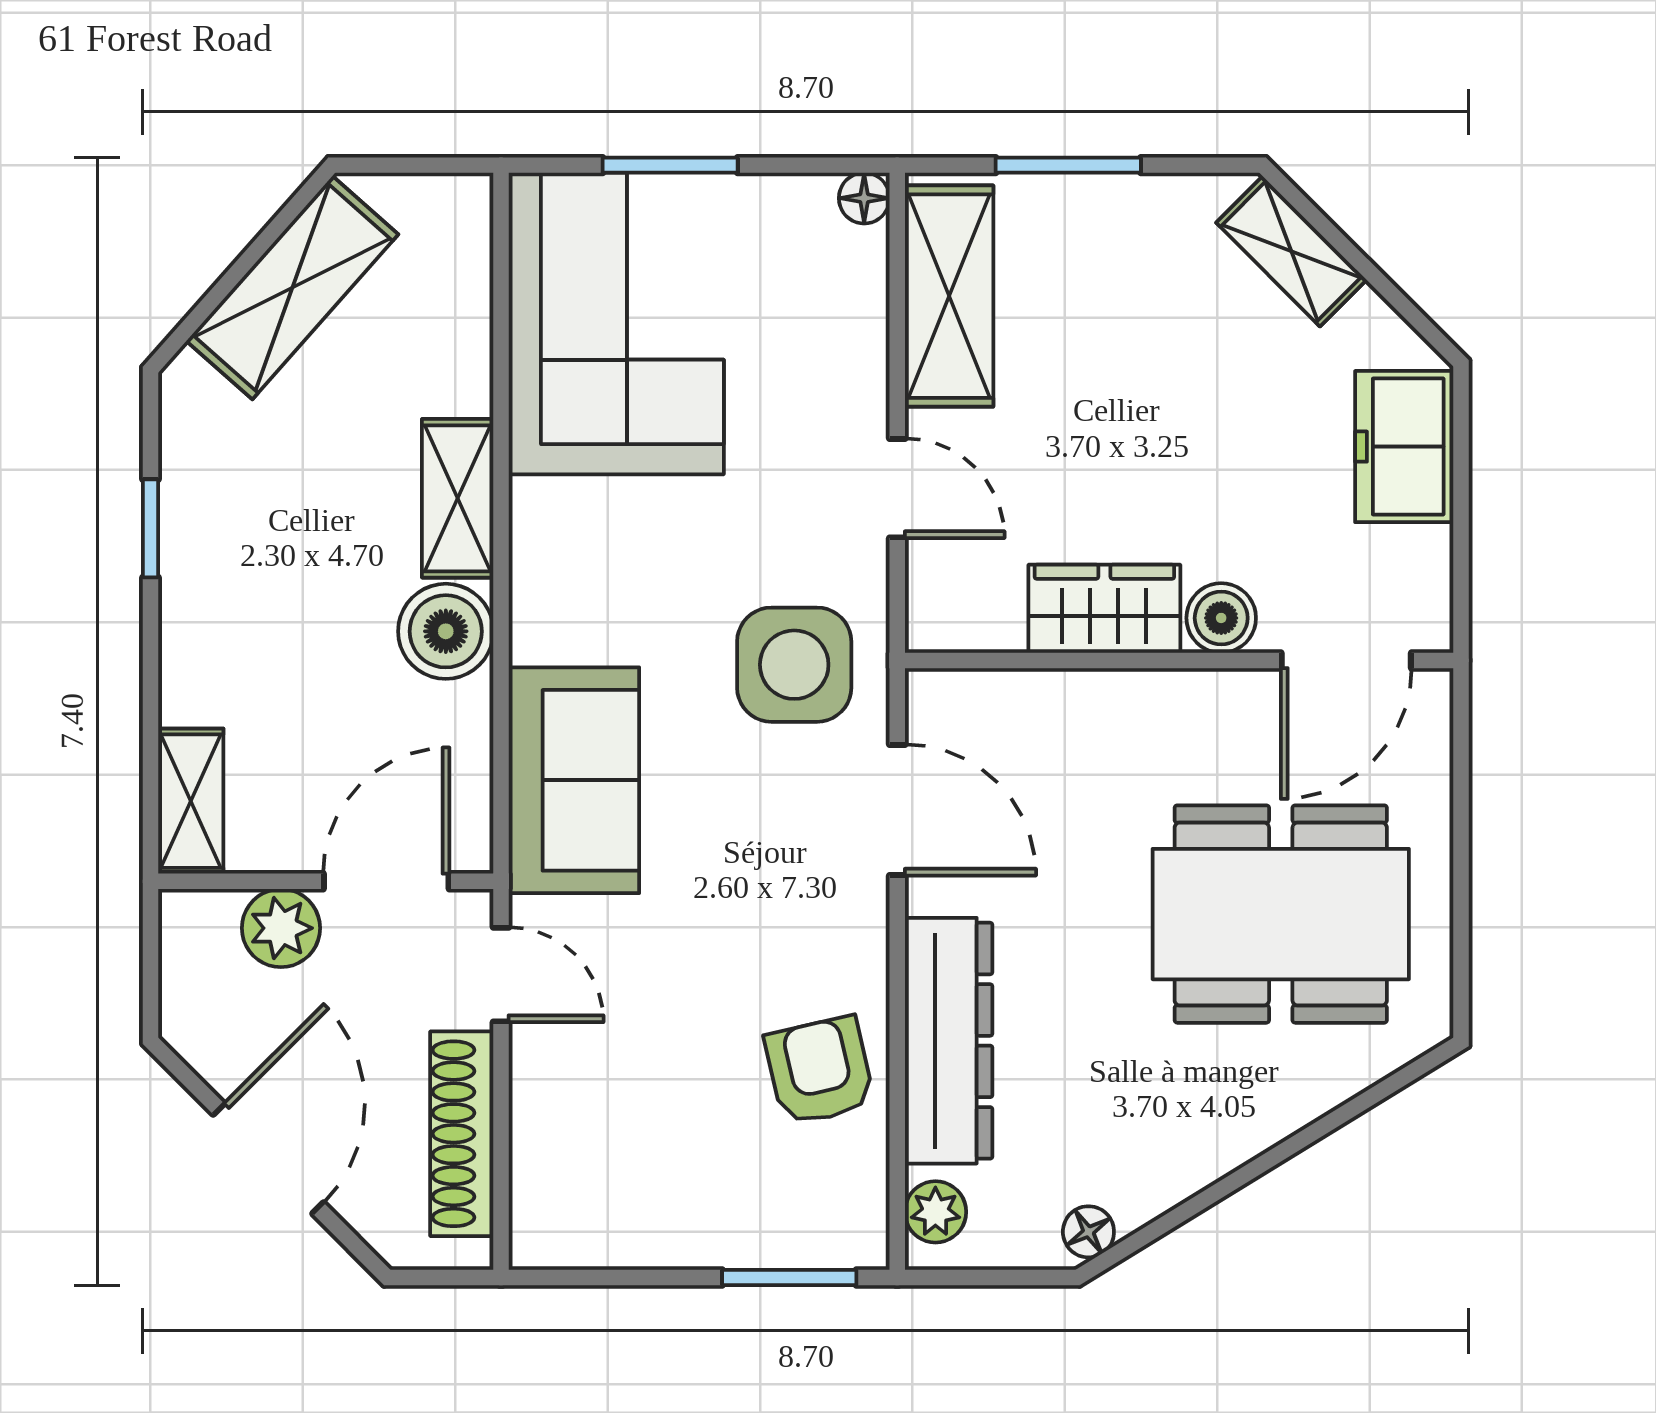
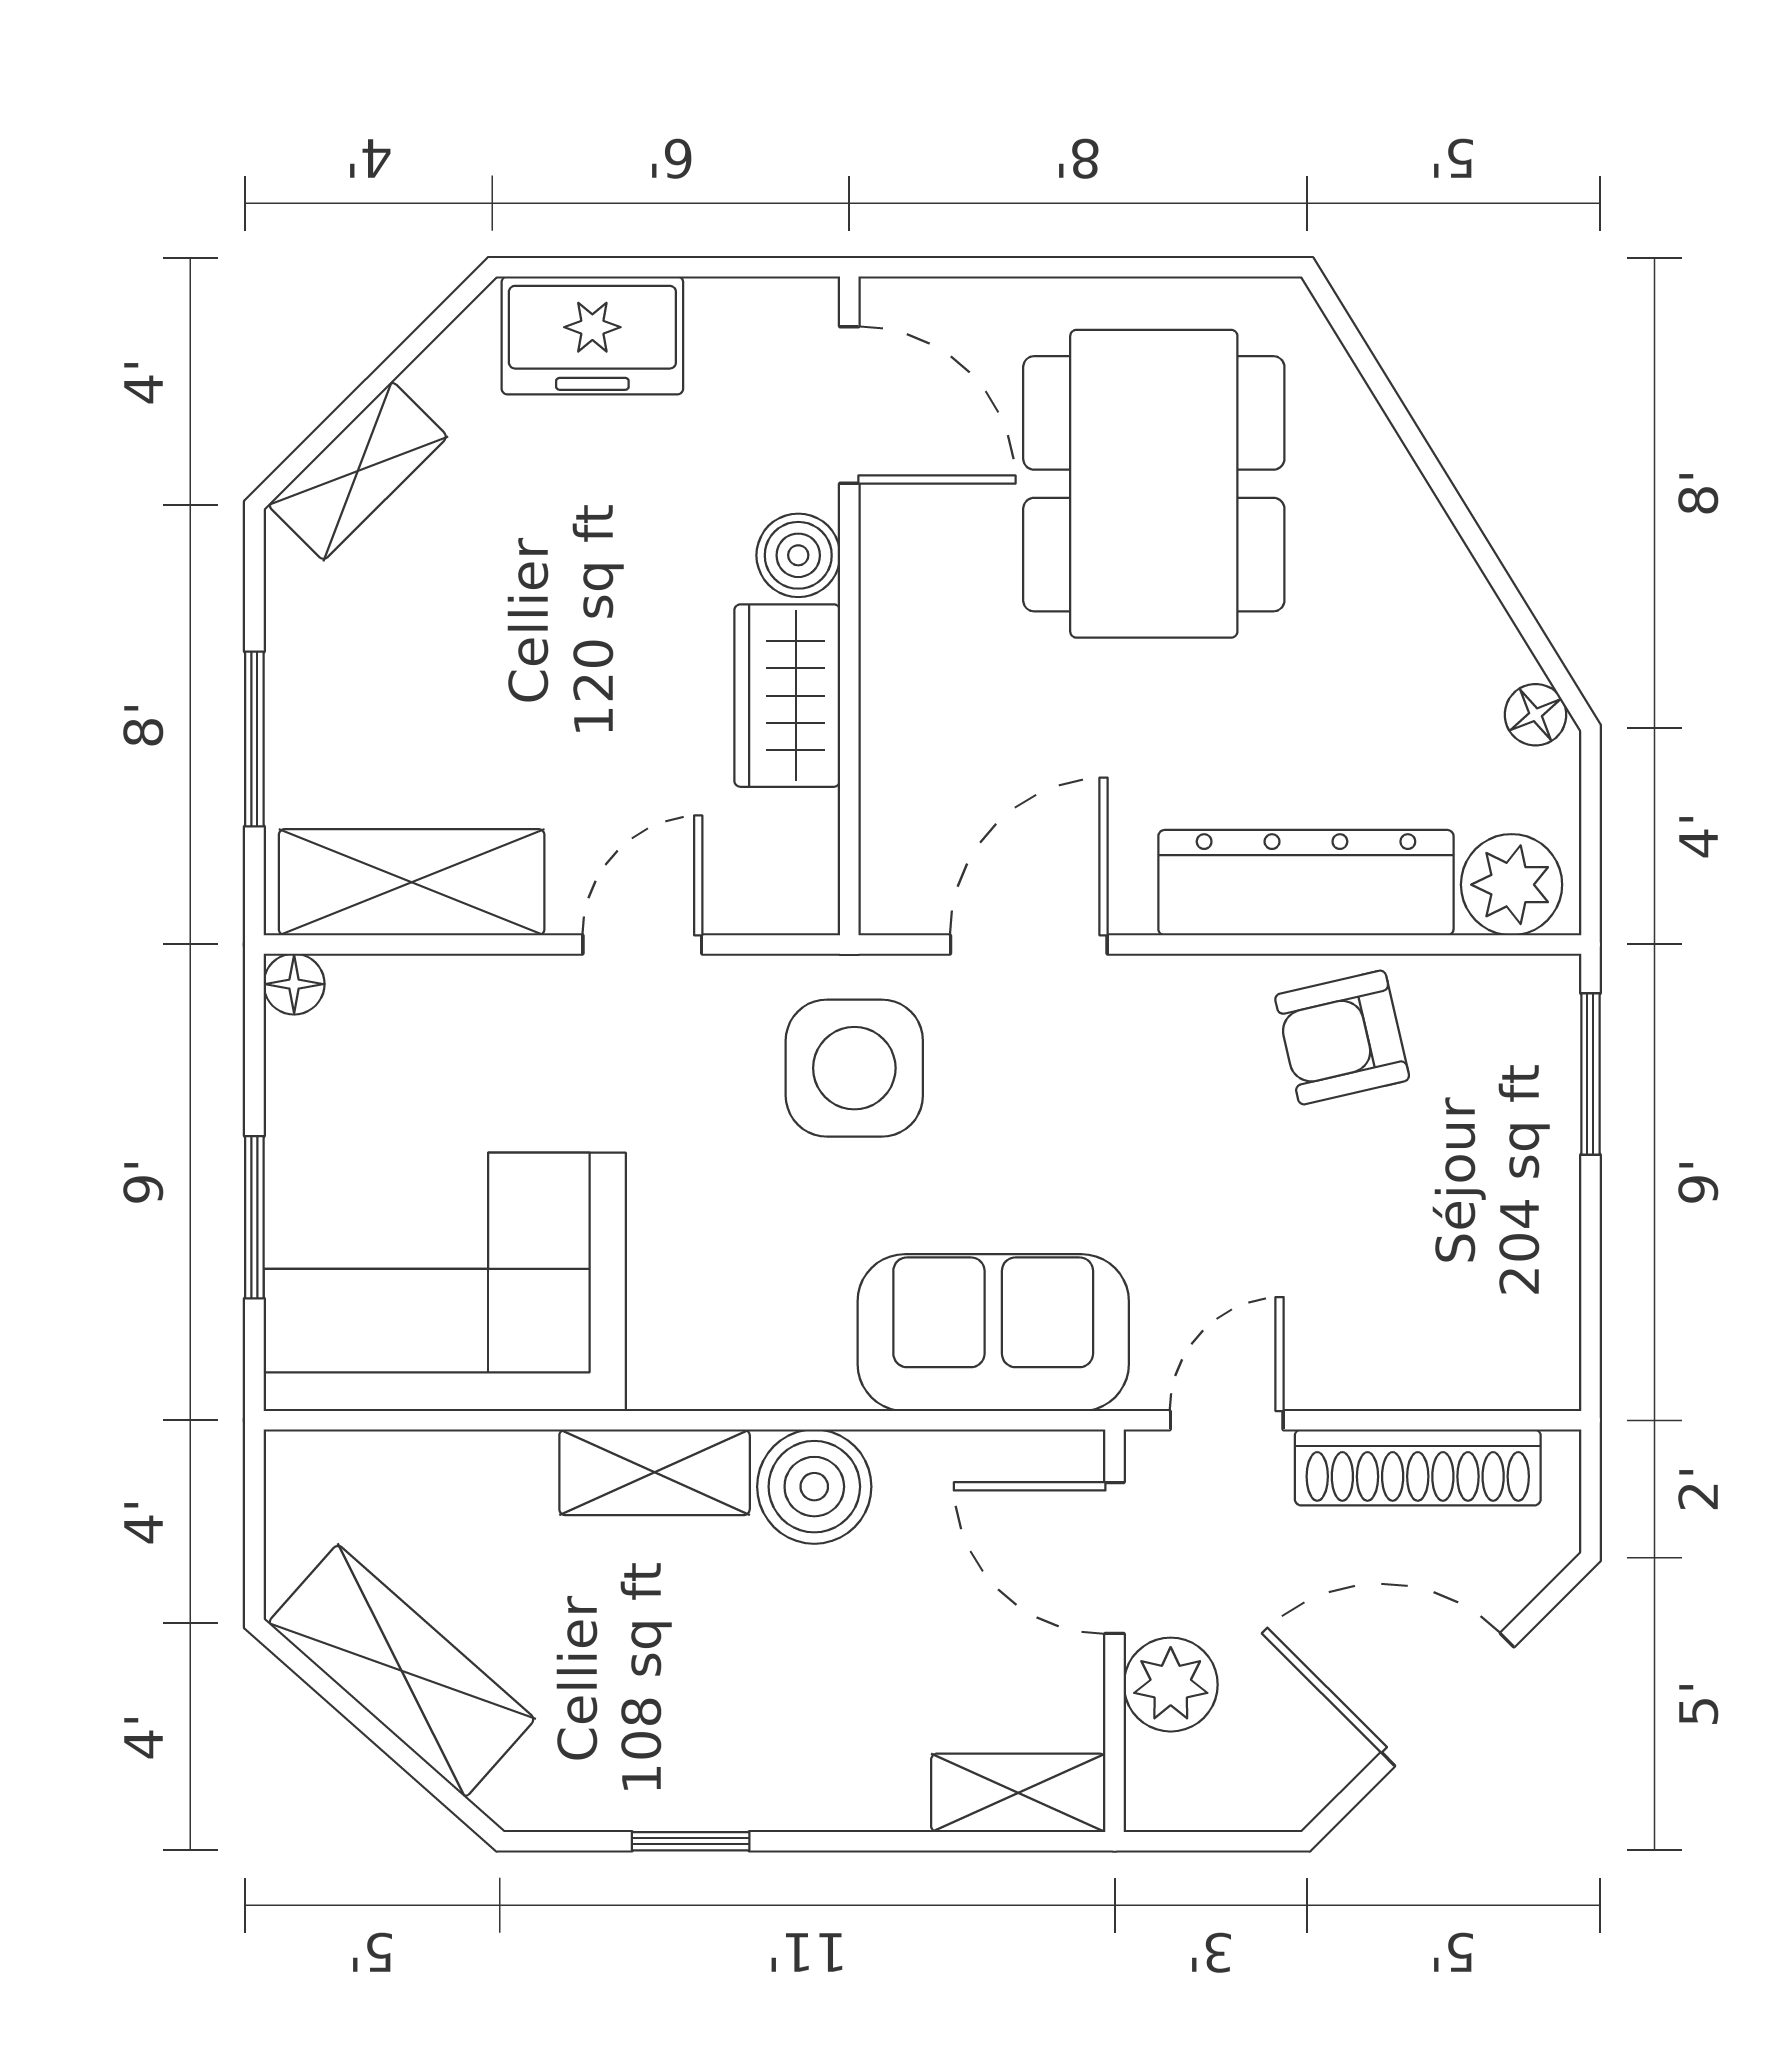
plant: (935, 1212) -> (1512, 885), width x1.38, depth x1.38

